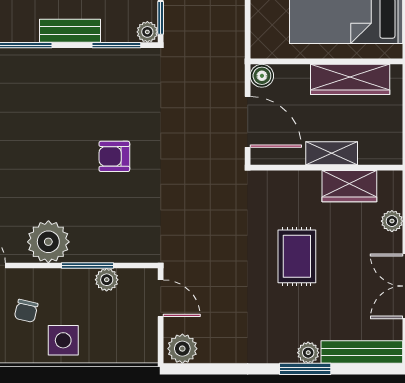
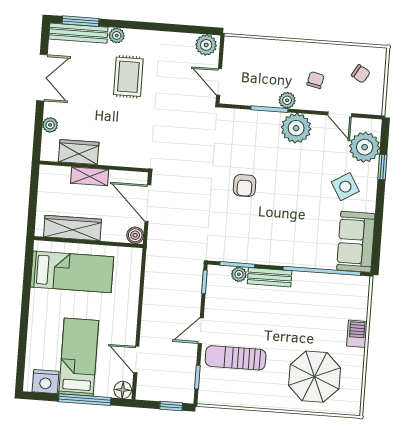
plant: (147, 32) -> (239, 274), moved
armchair: (114, 156) -> (245, 186), turned 90
rug: (297, 256) -> (128, 77), moved
plant: (107, 280) -> (287, 100), moved
side table: (63, 340) -> (291, 57), removed
window: (305, 369) -> (81, 21), moved

